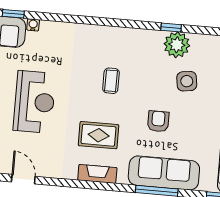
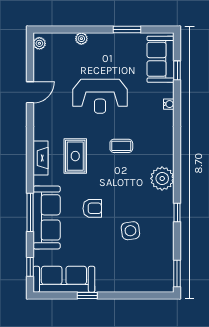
water cooler: (33, 25) -> (169, 104), moved
plant: (177, 45) -> (162, 178), moved
coffee table: (111, 81) -> (121, 146), moved

